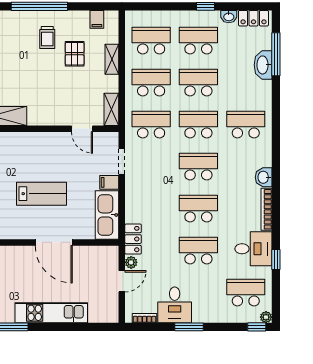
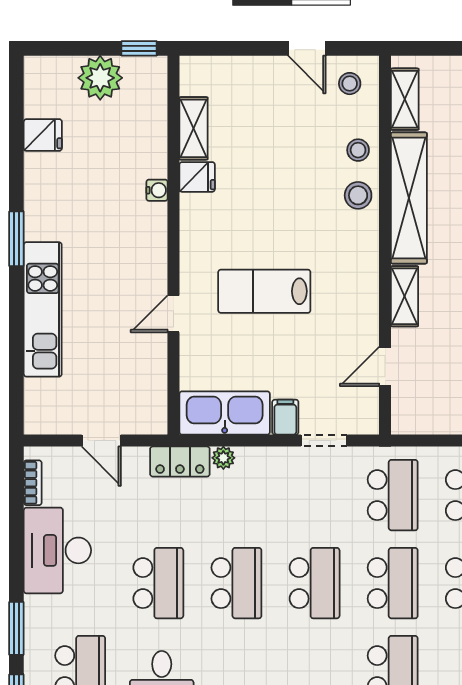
shelving: (111, 109) -> (405, 296), moved, turned 90
lab bench: (42, 194) -> (264, 291), turned 90
door: (54, 242) -> (174, 314), width x0.53
plant: (131, 262) -> (223, 458), moved
desk: (175, 305) -> (57, 550), width x1.37
window: (189, 327) -> (16, 628), moved

